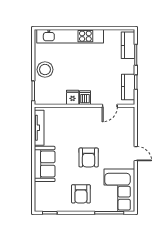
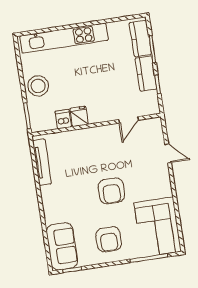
kitchen counter: (128, 87) -> (146, 73), moved
dishwasher: (85, 98) -> (63, 119), moved
door: (136, 154) -> (168, 153), moved
sofa: (45, 164) -> (62, 246), moved

